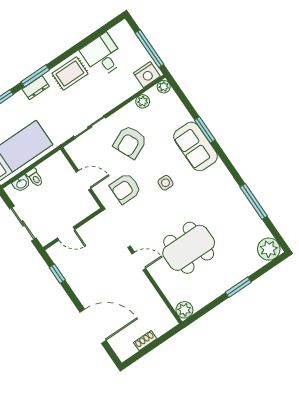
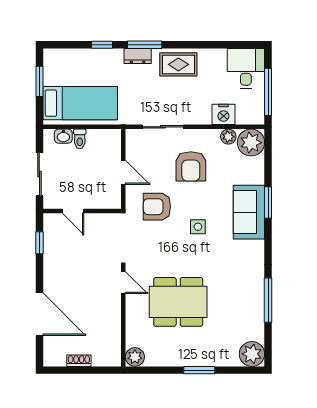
desk: (103, 55) -> (246, 68), moved
nightstand: (147, 75) -> (223, 114), moved
plant: (164, 87) -> (251, 143), width x1.88, depth x1.88
armchair: (130, 142) -> (191, 166), turned -66

